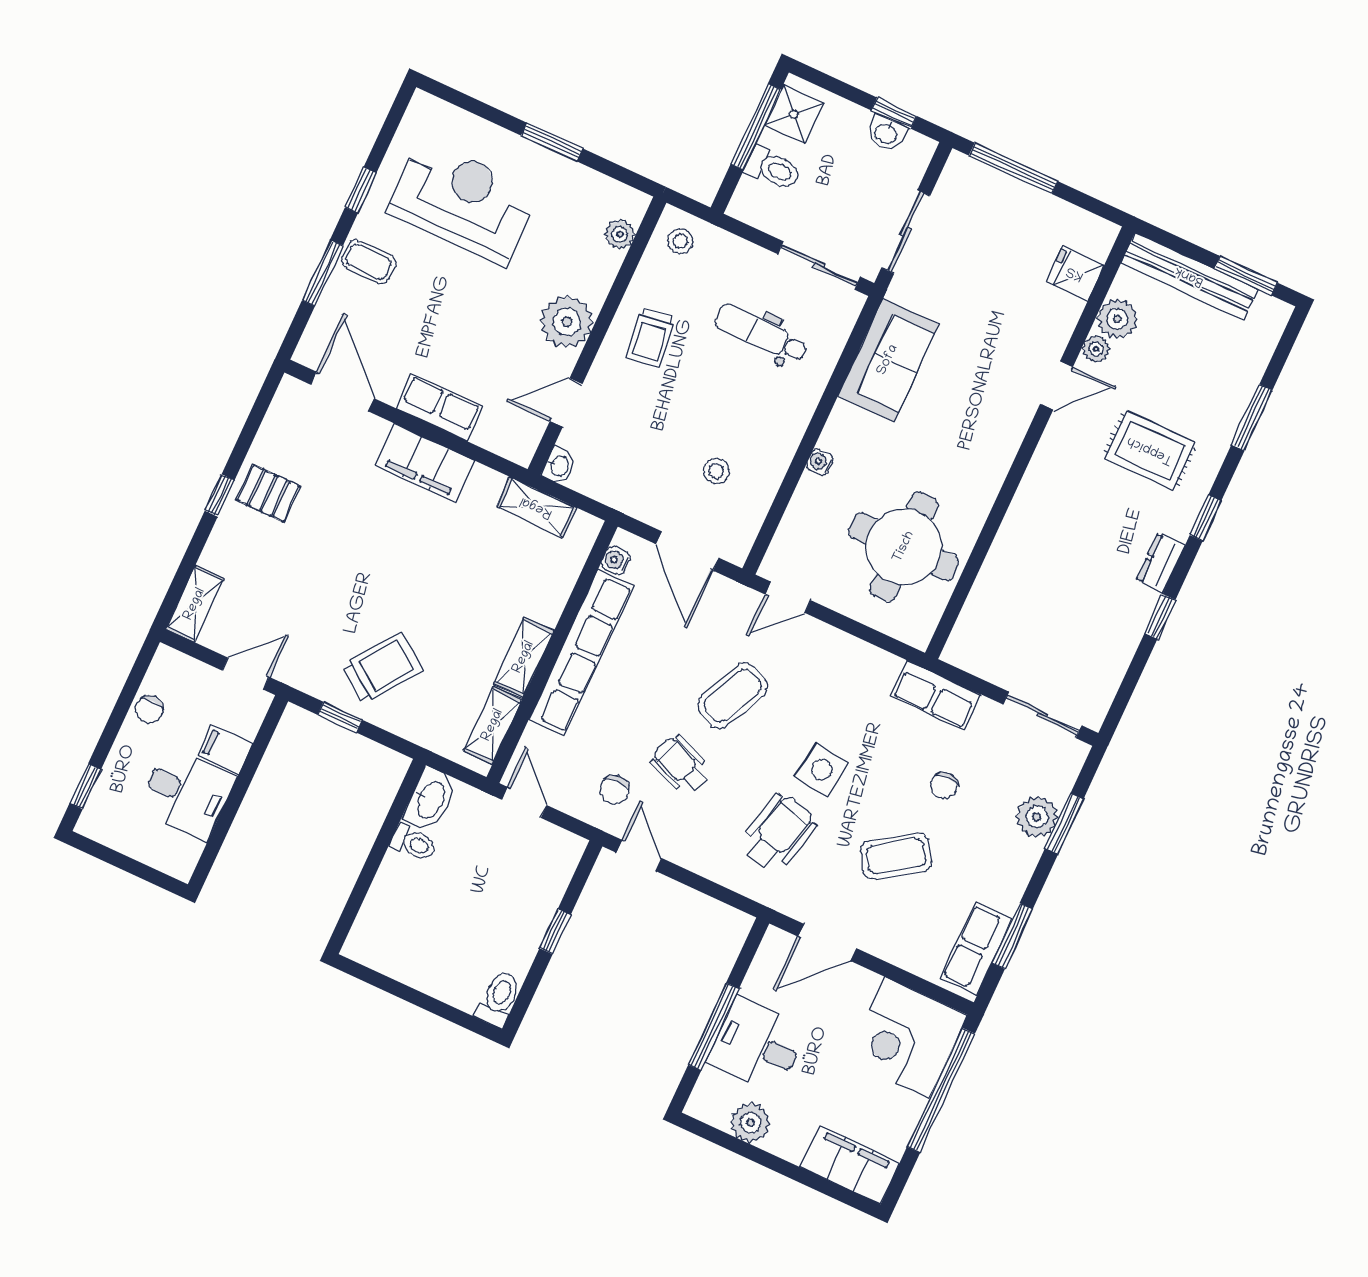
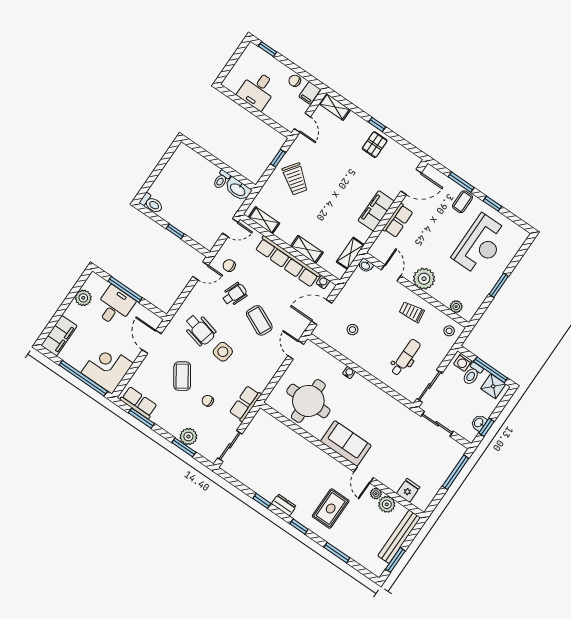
washing machine: (750, 196) -> (463, 362), added
sofa: (888, 360) -> (346, 443), moved, turned 180
shelving: (524, 657) -> (307, 249), moved
filing cabinet: (225, 749) -> (310, 93), moved, turned 180

